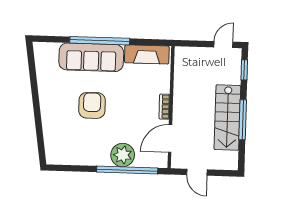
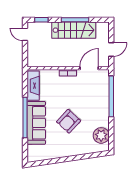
armchair: (92, 105) -> (69, 121), turned -47
door: (170, 139) -> (89, 68), swing flipped
plant: (123, 155) -> (101, 135), moved

